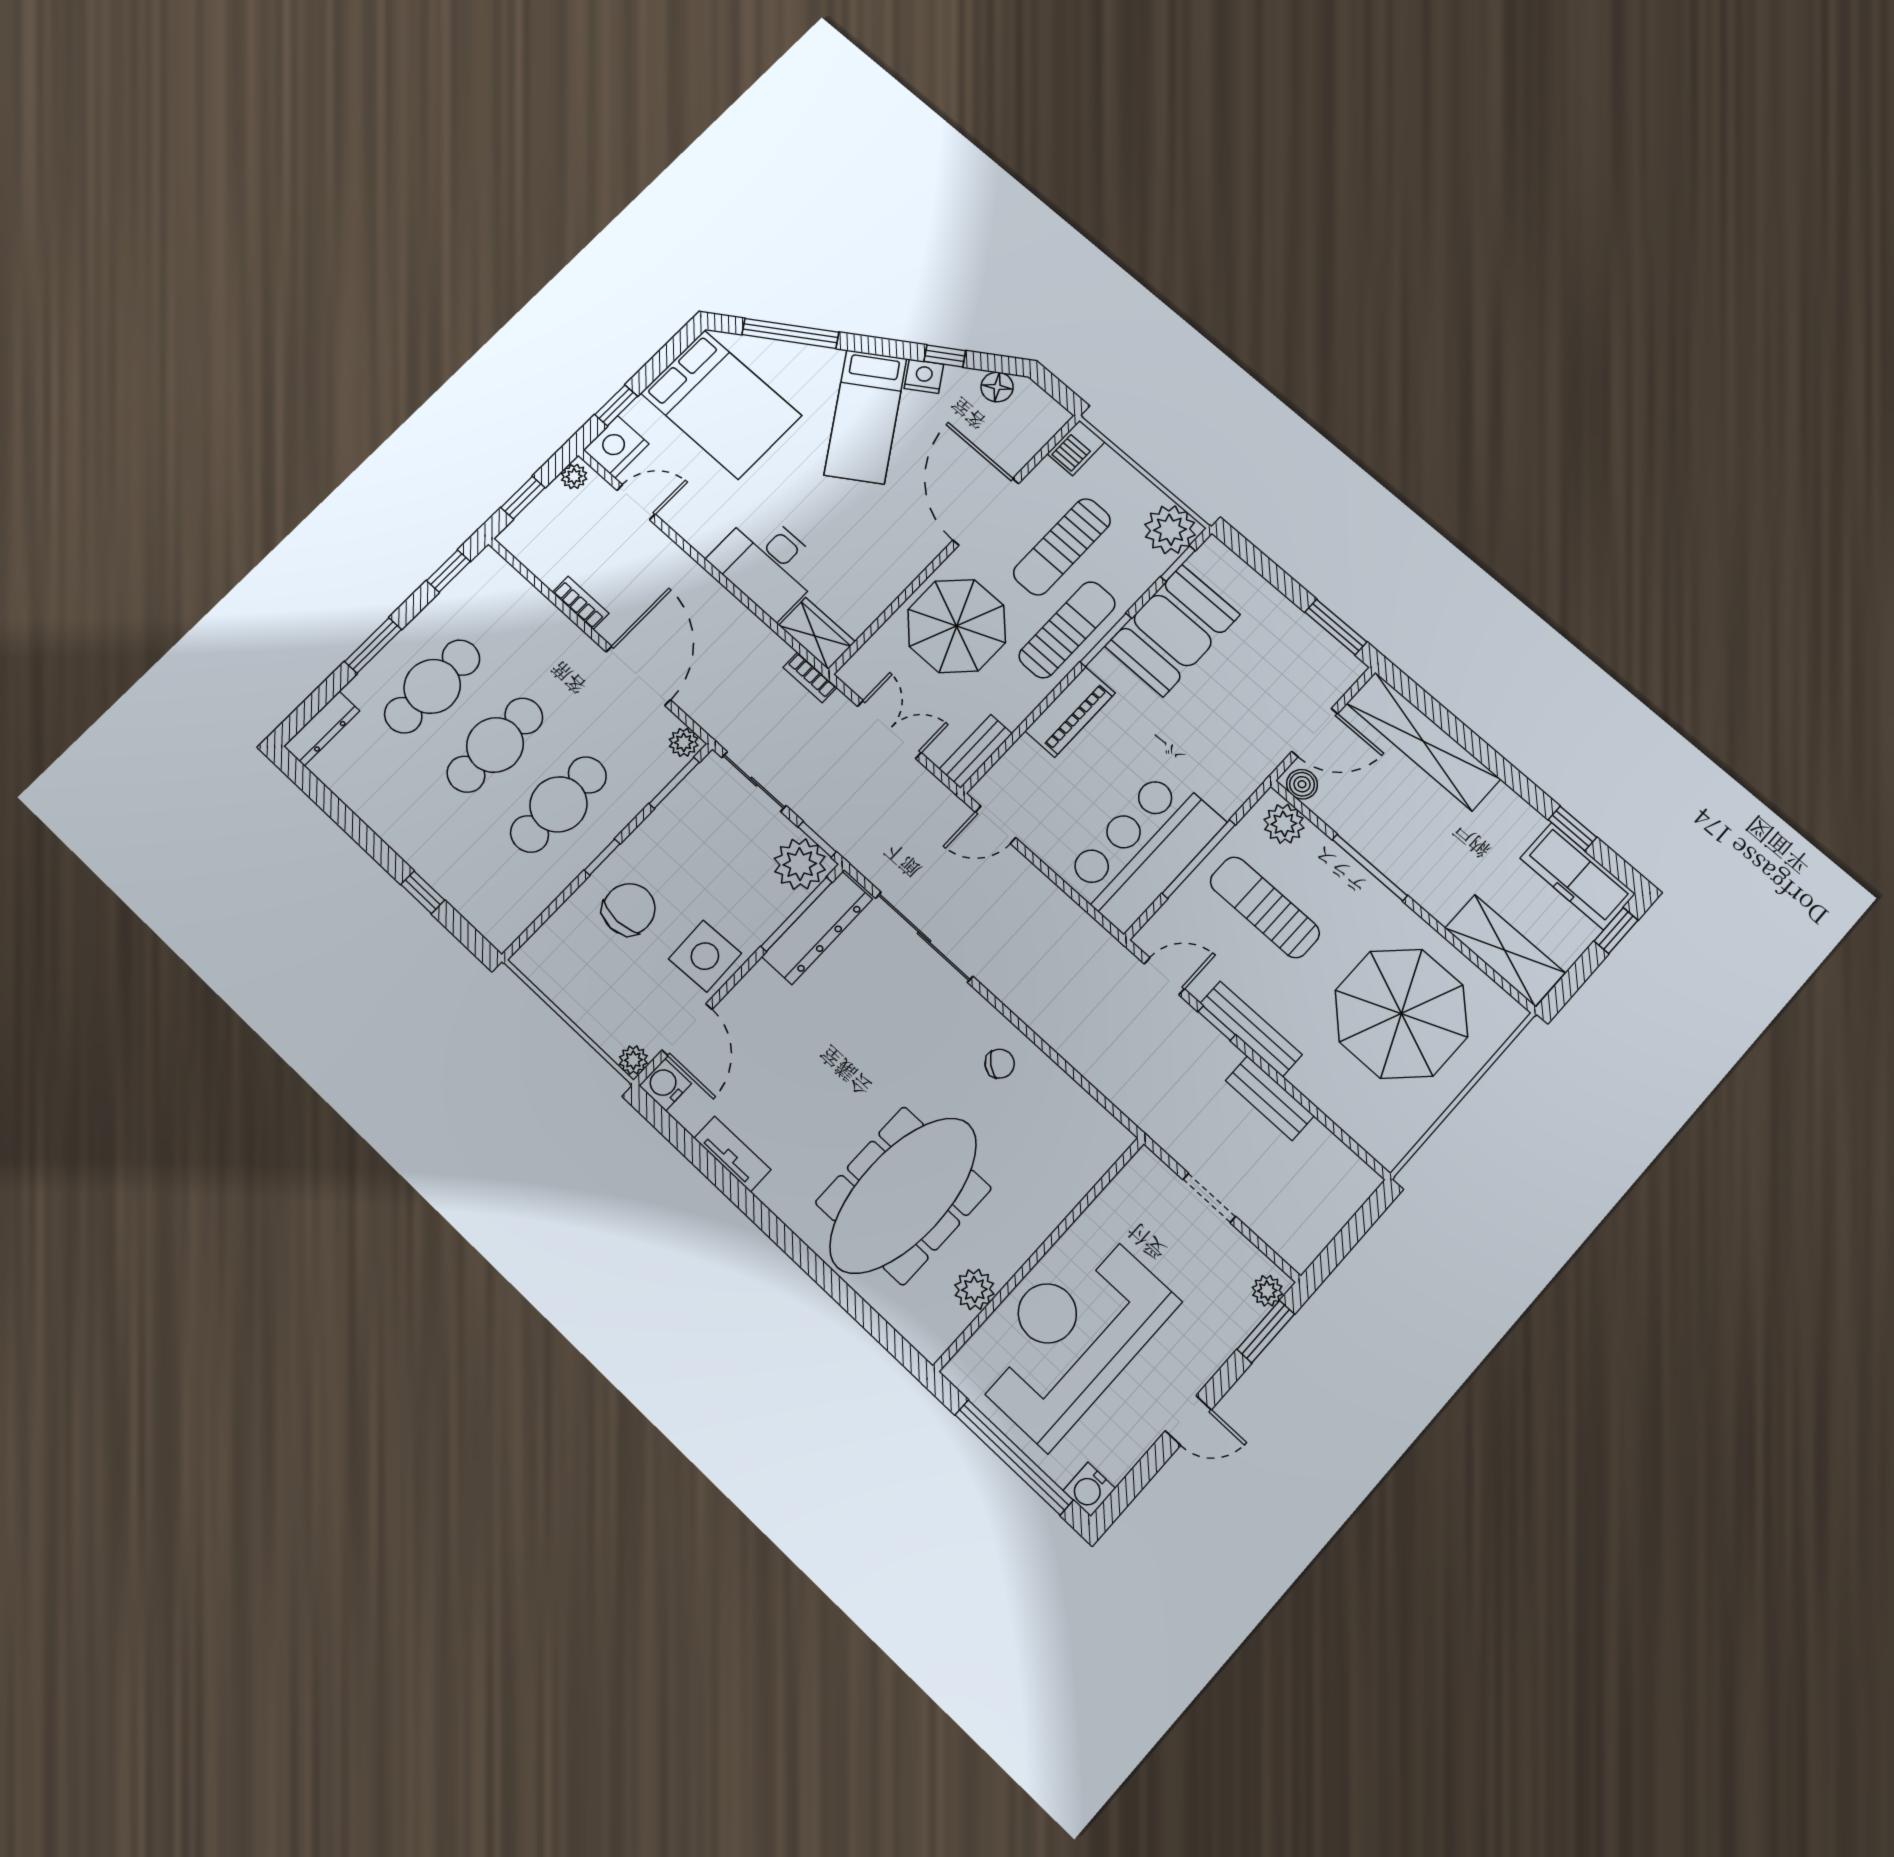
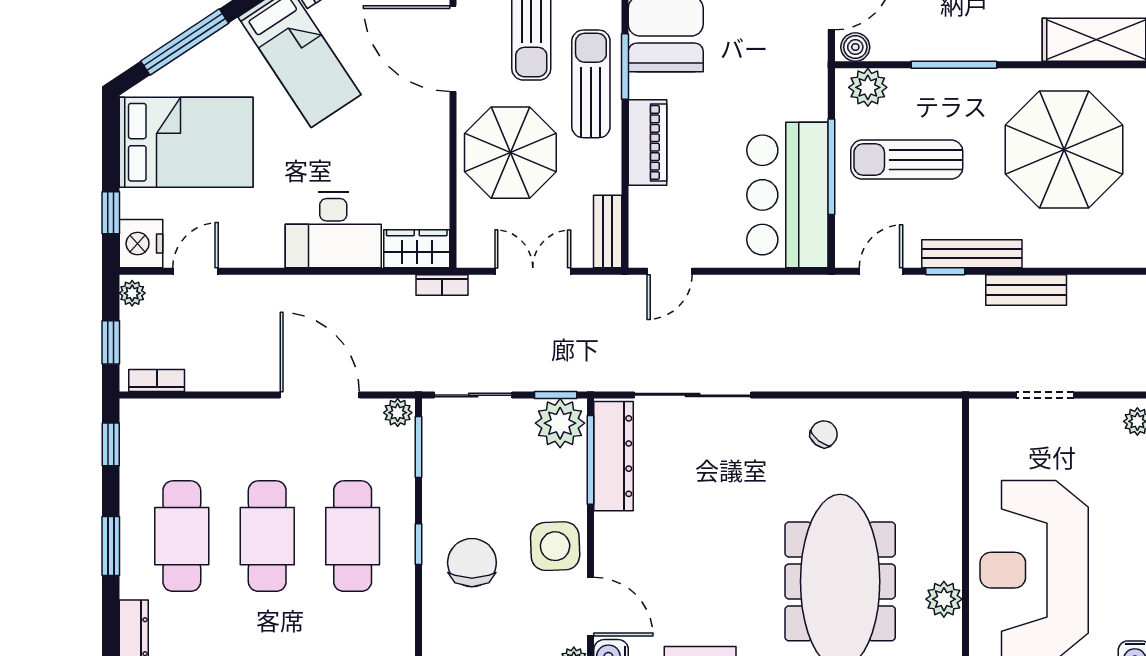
bookcase: (581, 603) -> (157, 381), moved

